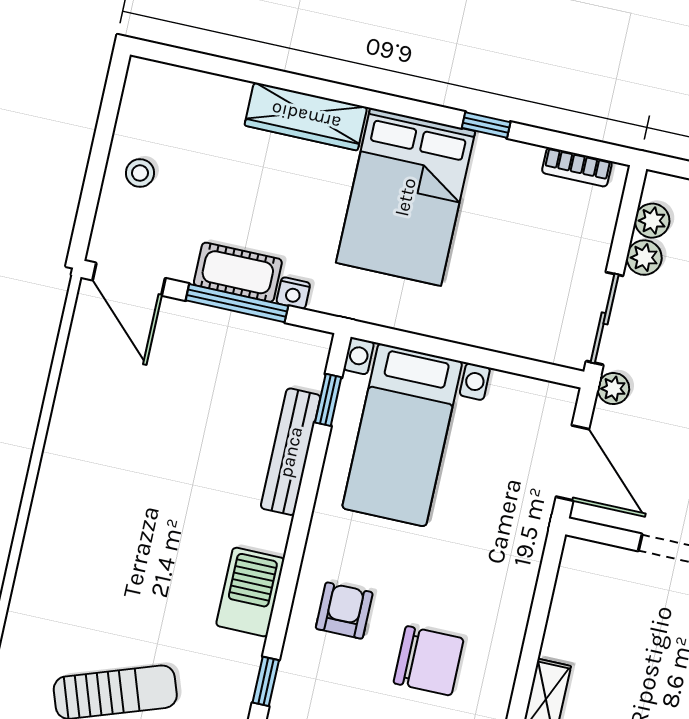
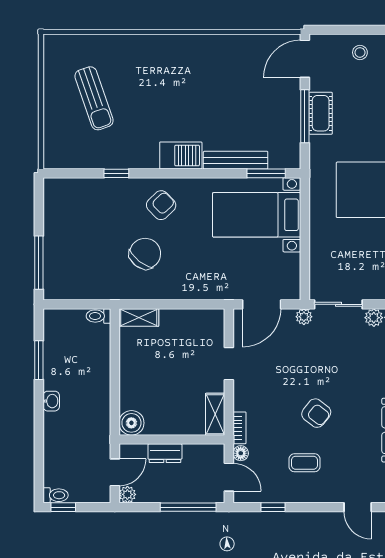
nightstand: (293, 293) -> (316, 144), removed
window: (328, 400) -> (266, 173), width x1.50
barbecue: (250, 592) -> (181, 155), moved
armchair: (344, 611) -> (161, 205), turned -44
chair: (429, 661) -> (145, 254), turned -142

